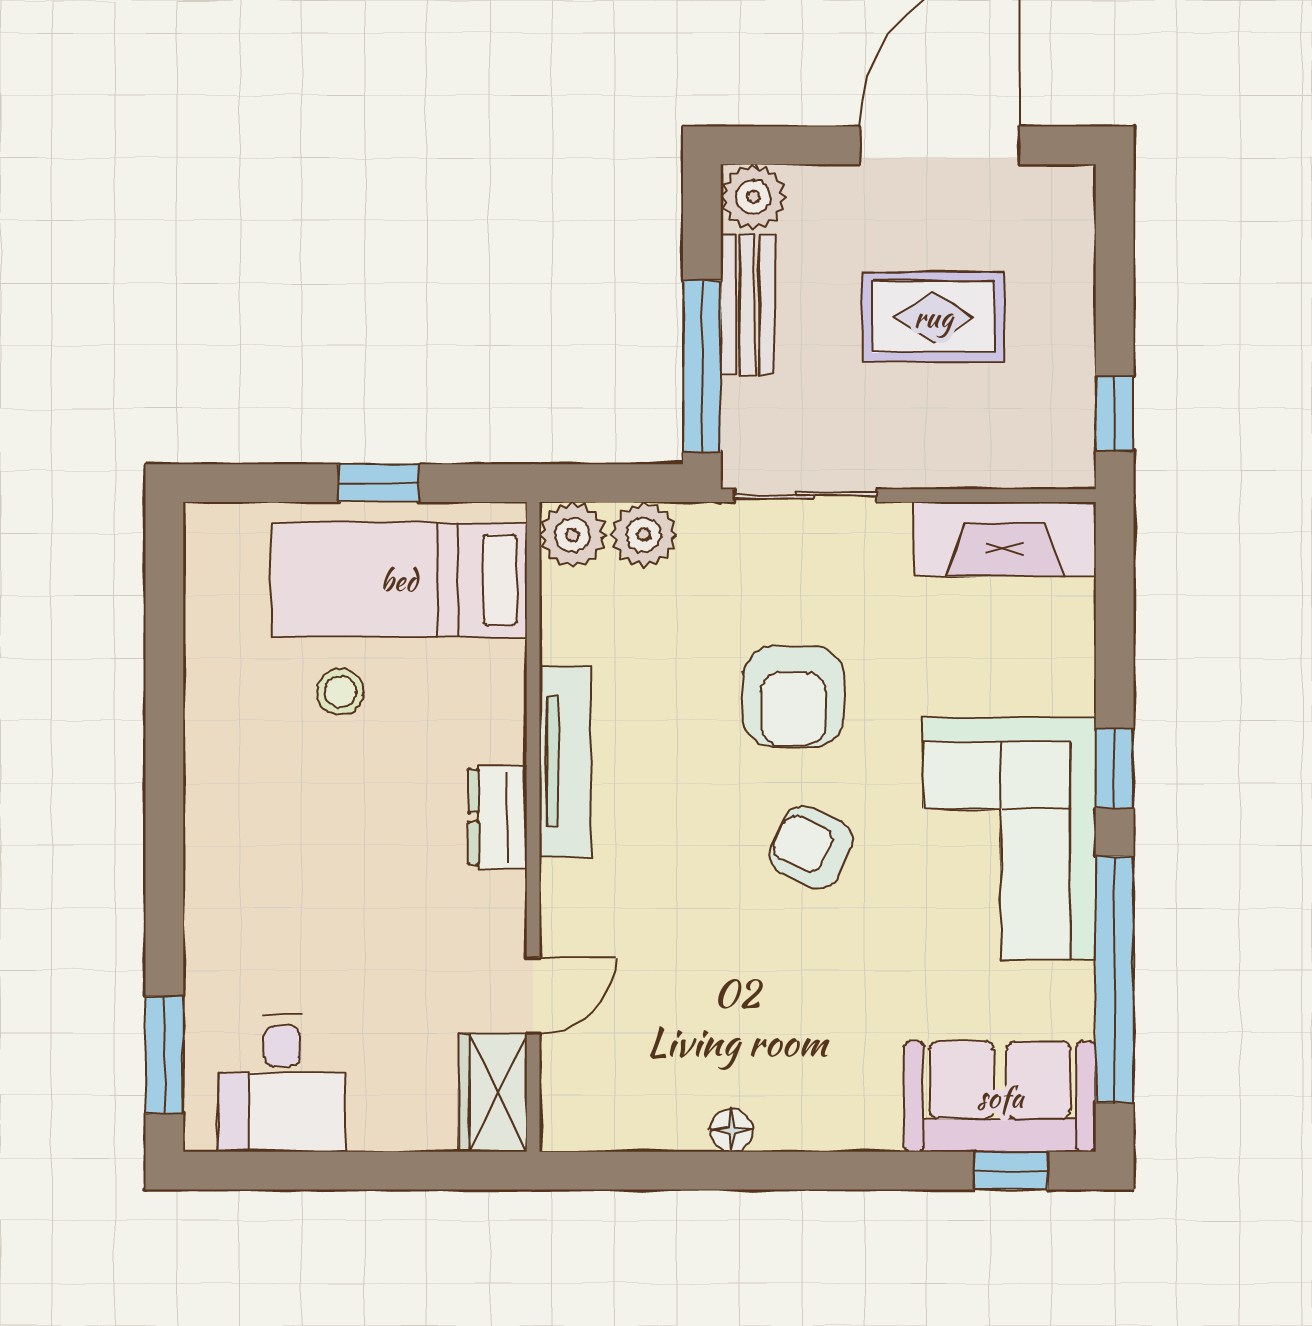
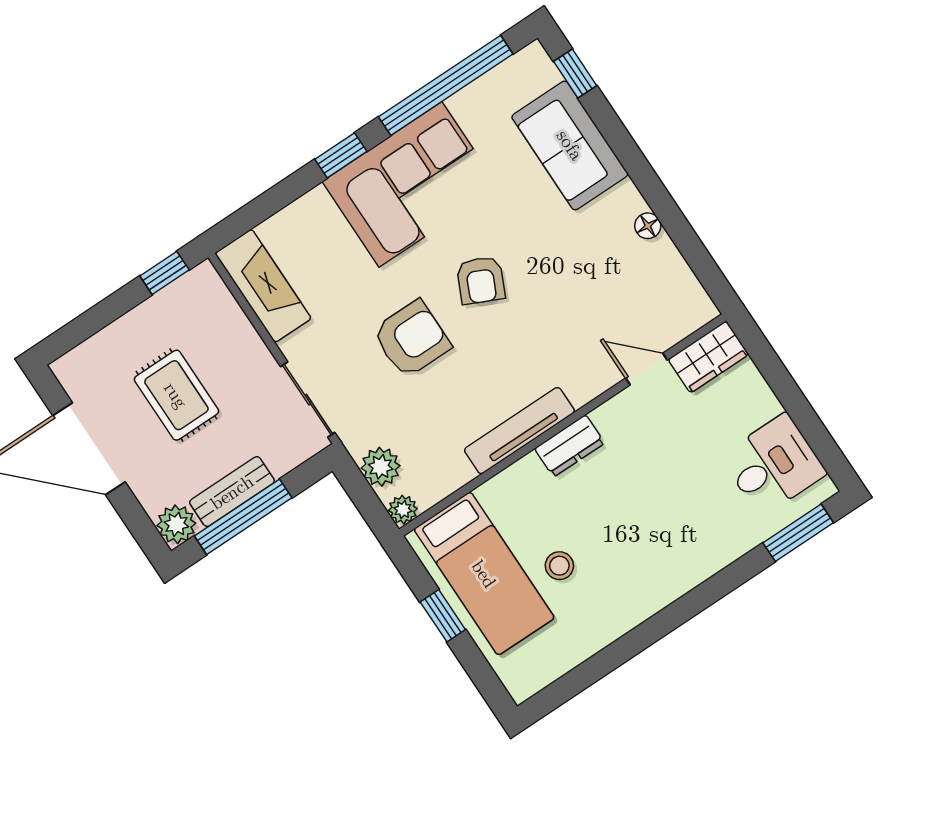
window: (702, 366) -> (243, 517), moved
plant: (573, 535) -> (403, 510), width x0.73, depth x0.73
sofa: (1000, 1097) -> (570, 145), moved

